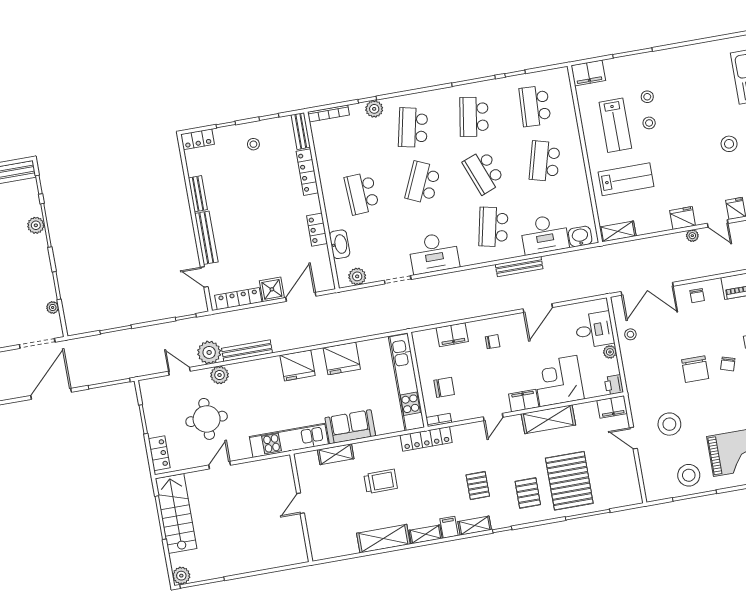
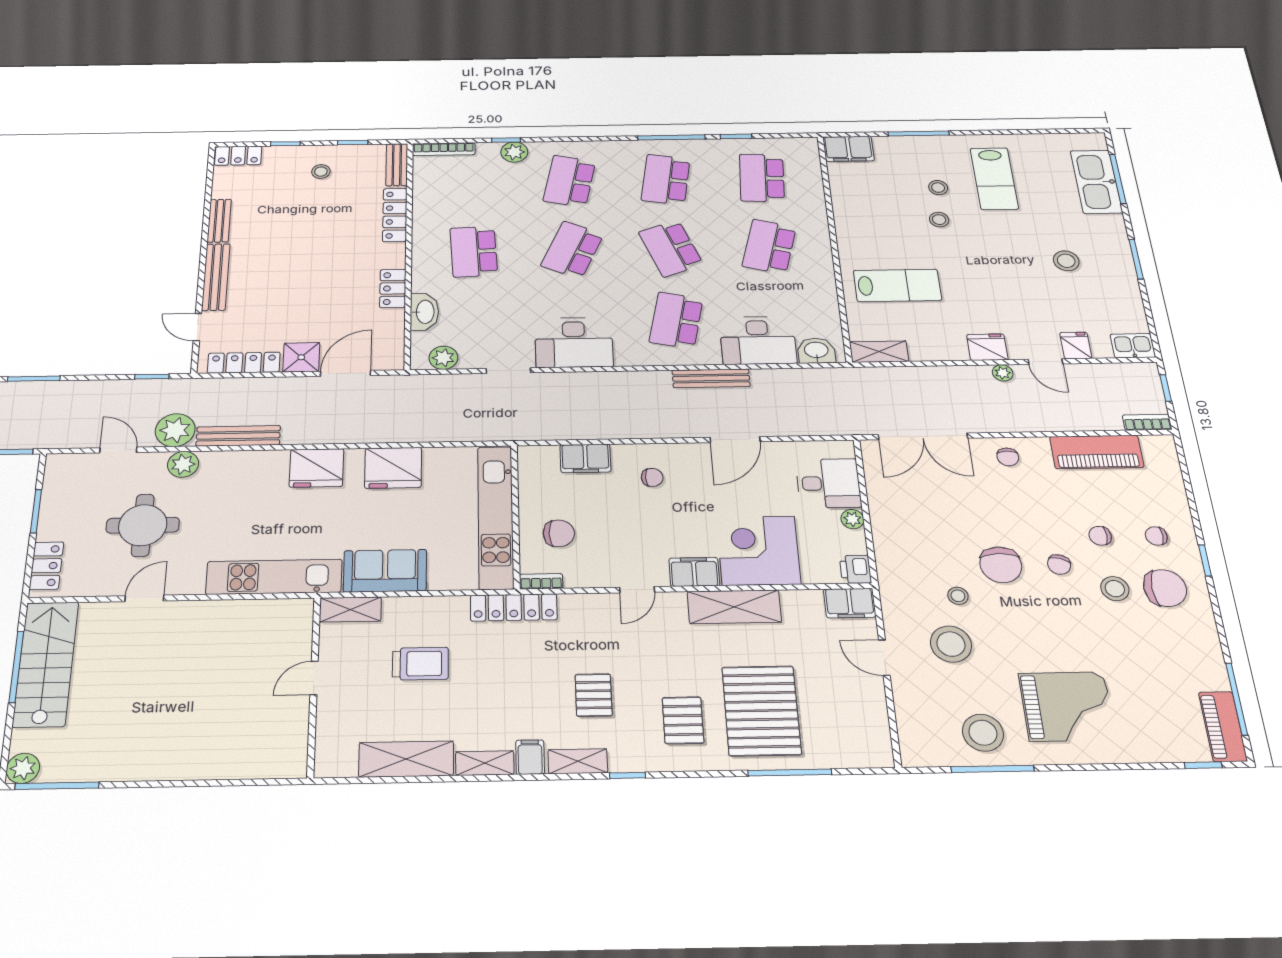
lab bench: (615, 125) -> (994, 179), moved
stool: (630, 334) -> (958, 596), moved
door: (300, 503) -> (314, 678), moved
wall: (301, 508) -> (314, 686), moved

